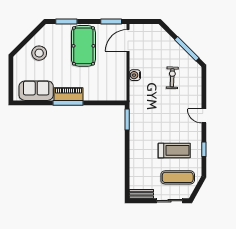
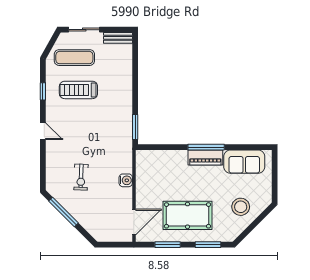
window: (111, 22) -> (168, 245), moved
pool table: (83, 46) -> (187, 215), turned 90

